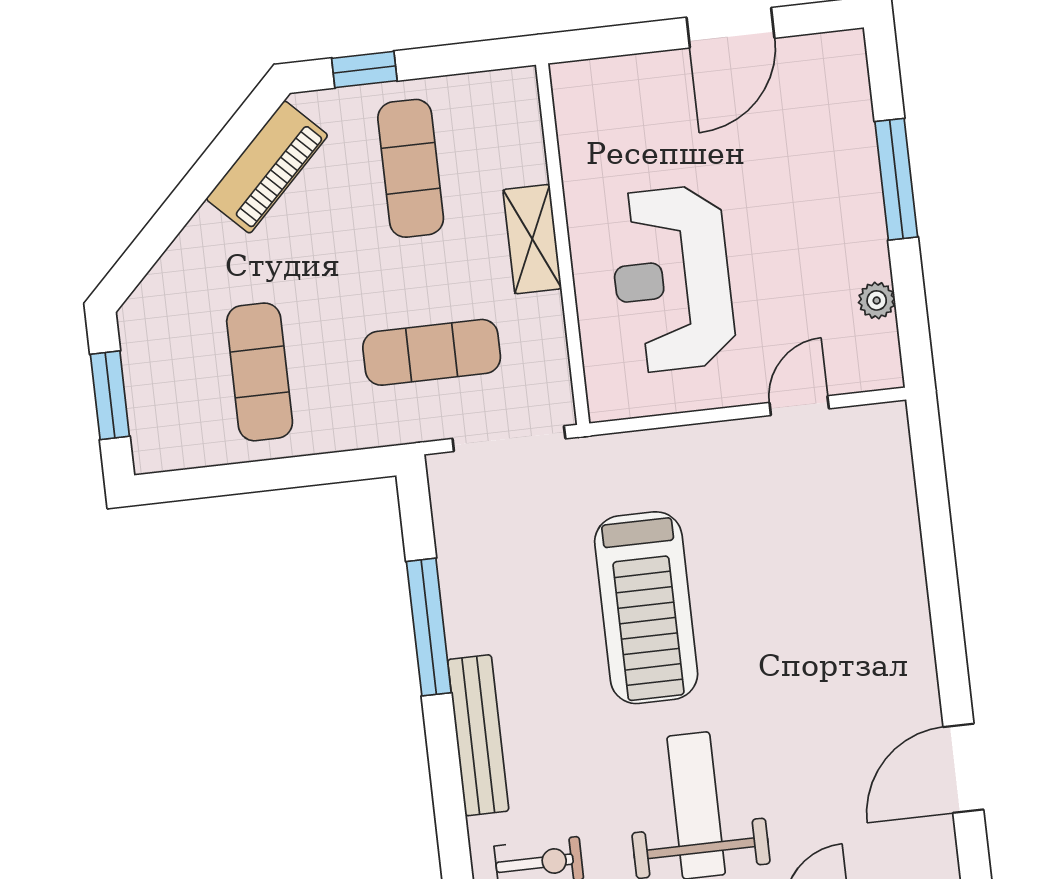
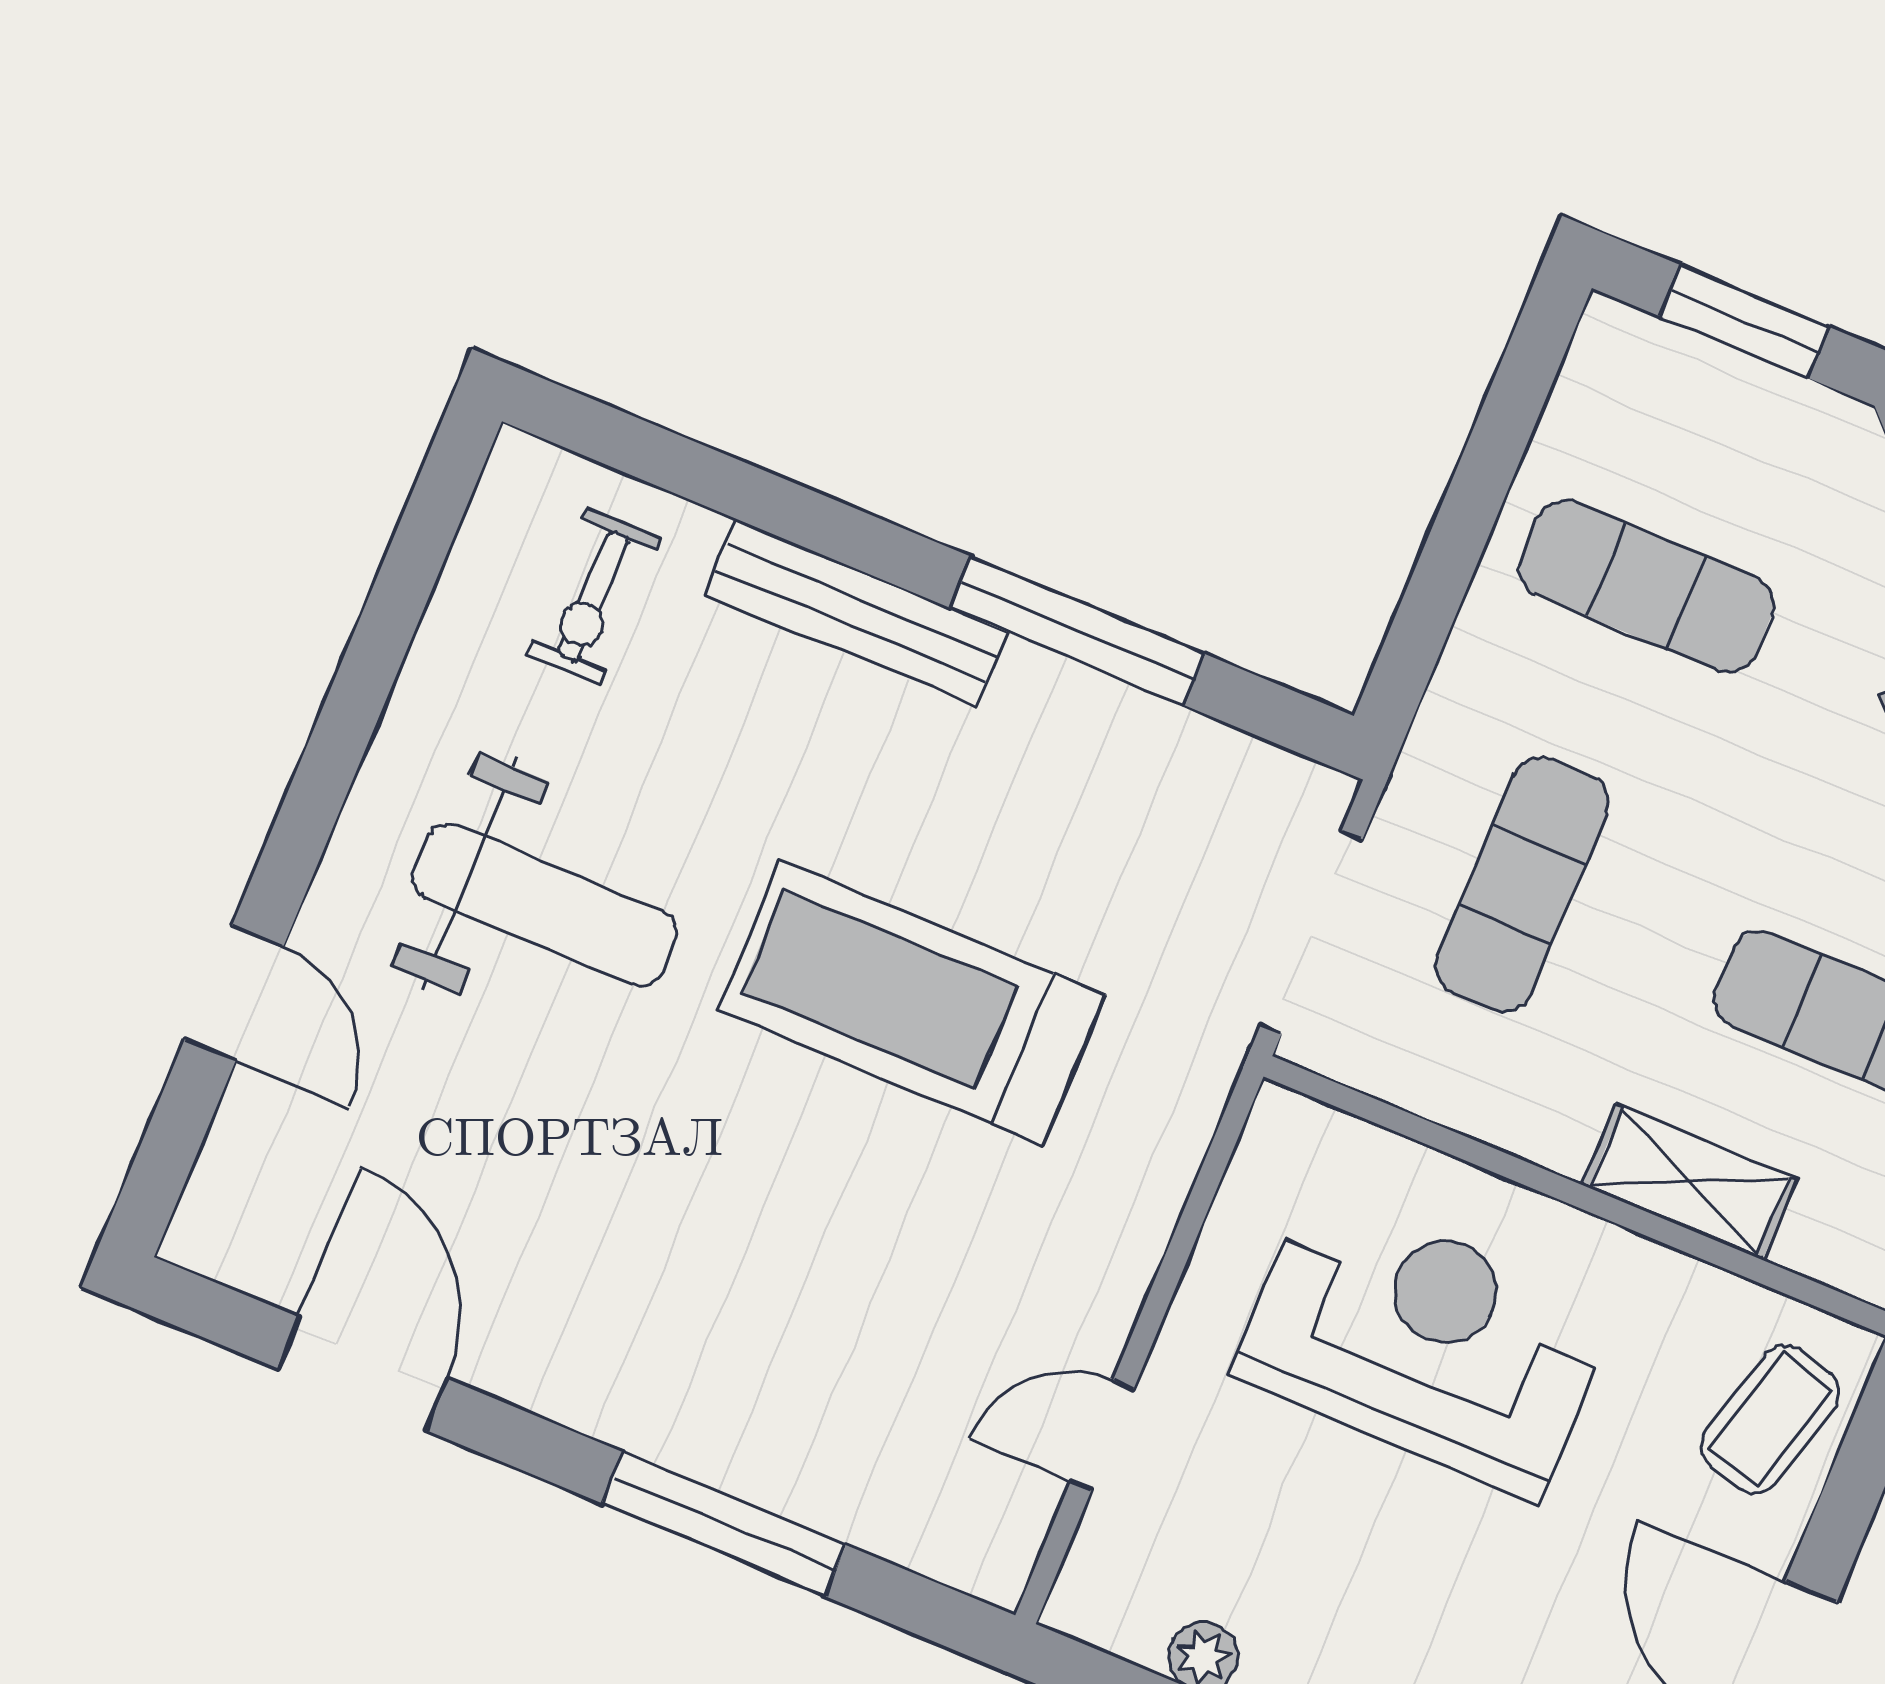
coffee table: (617, 97) -> (1770, 1419), added
shelving: (532, 239) -> (1689, 1182), moved
door: (799, 406) -> (1102, 1435), swing flipped
window: (940, 560) -> (724, 1524), added

